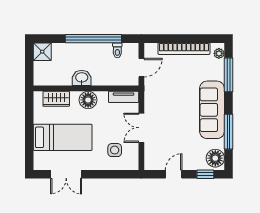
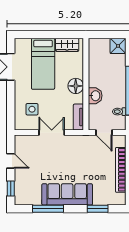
plant: (219, 53) -> (116, 200), removed
window: (228, 75) -> (98, 209), width x0.69
washbasin: (82, 78) -> (95, 96), moved
wardrobe: (56, 99) -> (67, 45), moved, turned -90
floor lamp: (215, 158) -> (25, 197), removed

